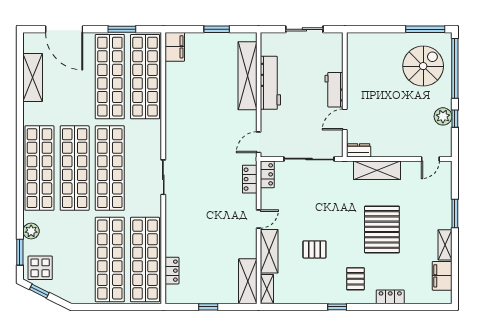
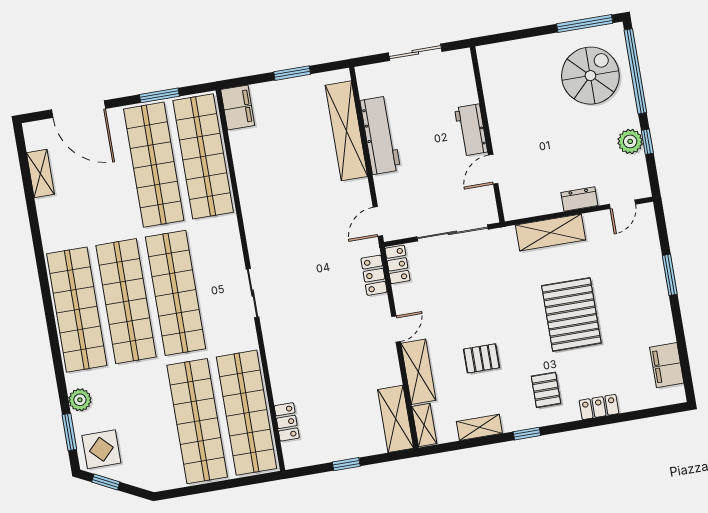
shelving: (33, 77) -> (40, 173), width x0.67, depth x0.75
dresser: (359, 150) -> (579, 199), moved
shelving: (445, 245) -> (479, 427), moved, turned 90

